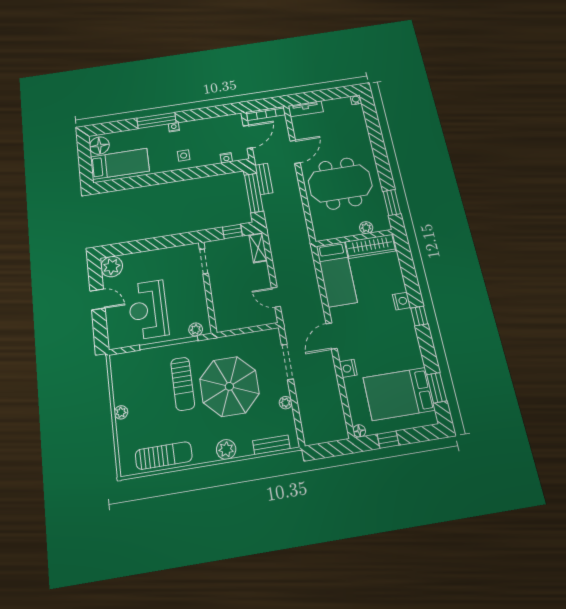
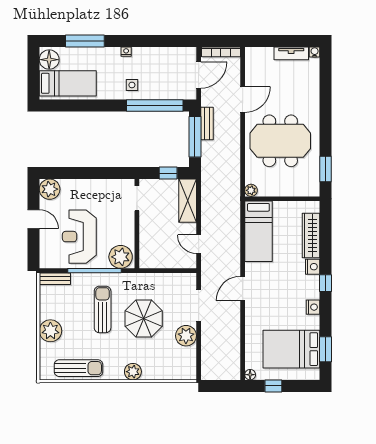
tv unit: (306, 109) -> (291, 53), moved
window: (157, 120) -> (85, 41), moved
nightstand: (226, 158) -> (174, 95), removed
window: (209, 171) -> (155, 106), added
plant: (366, 228) -> (251, 190), moved
wardrobe: (371, 246) -> (311, 236), moved, turned 90
shelving: (258, 248) -> (188, 201), width x1.50, depth x1.33
plant: (196, 329) -> (121, 257), width x1.87, depth x1.87
nightstand: (348, 368) -> (313, 307), moved, turned 180
sun lounger: (183, 384) -> (103, 309), turned 180
parasol: (229, 386) -> (144, 319), width x0.73, depth x0.73
plant: (286, 403) -> (186, 336), width x1.87, depth x1.87
plant: (121, 412) -> (50, 331), width x1.88, depth x1.88
bench: (271, 445) -> (55, 279), moved

